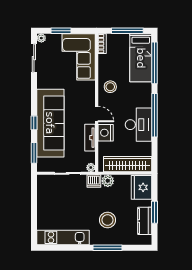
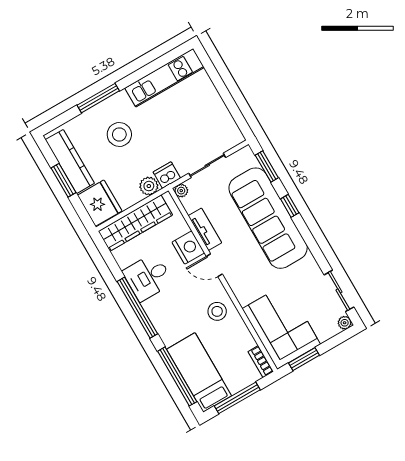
window: (61, 31) -> (304, 359), moved
desk: (138, 125) -> (148, 277), width x0.73
kitchen counter: (145, 221) -> (70, 162), width x1.50

